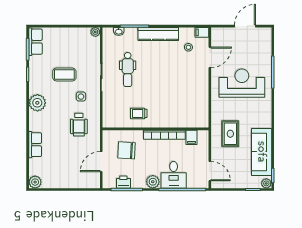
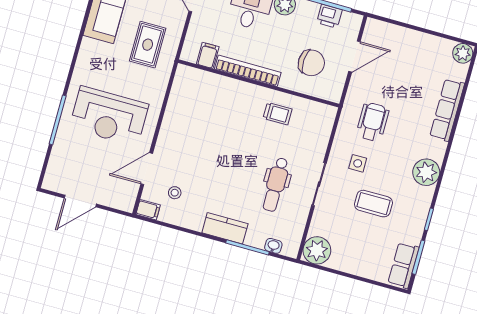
plant: (95, 32) -> (317, 250), width x1.87, depth x1.87
kitchen counter: (158, 34) -> (225, 228), width x0.67
dental chair: (128, 70) -> (276, 185), turned 180
row of seats: (35, 145) -> (447, 110), width x1.48

